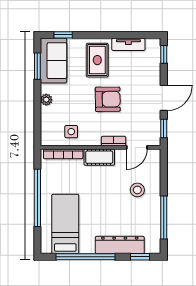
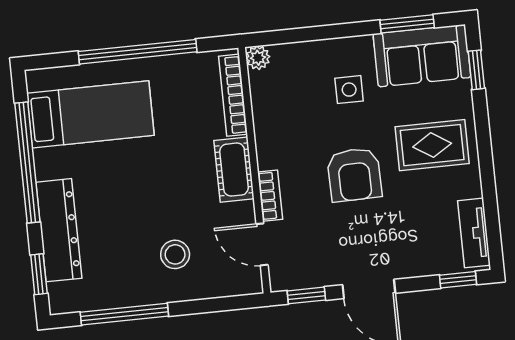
tv unit: (128, 44) -> (474, 233), moved
plant: (46, 100) -> (258, 58), moved
side table: (71, 132) -> (349, 90), moved

